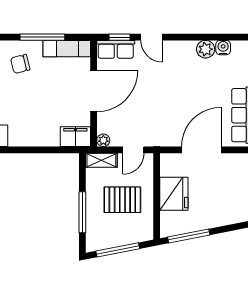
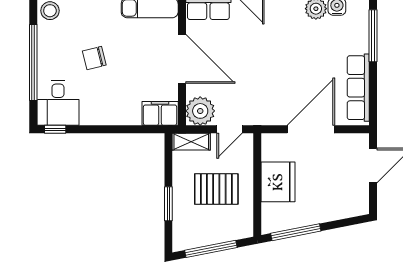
chair: (20, 64) -> (94, 58), moved
door: (94, 91) -> (182, 59), hinge flipped
plant: (103, 140) -> (200, 111), width x1.87, depth x1.87
window: (82, 212) -> (168, 204), width x0.69

